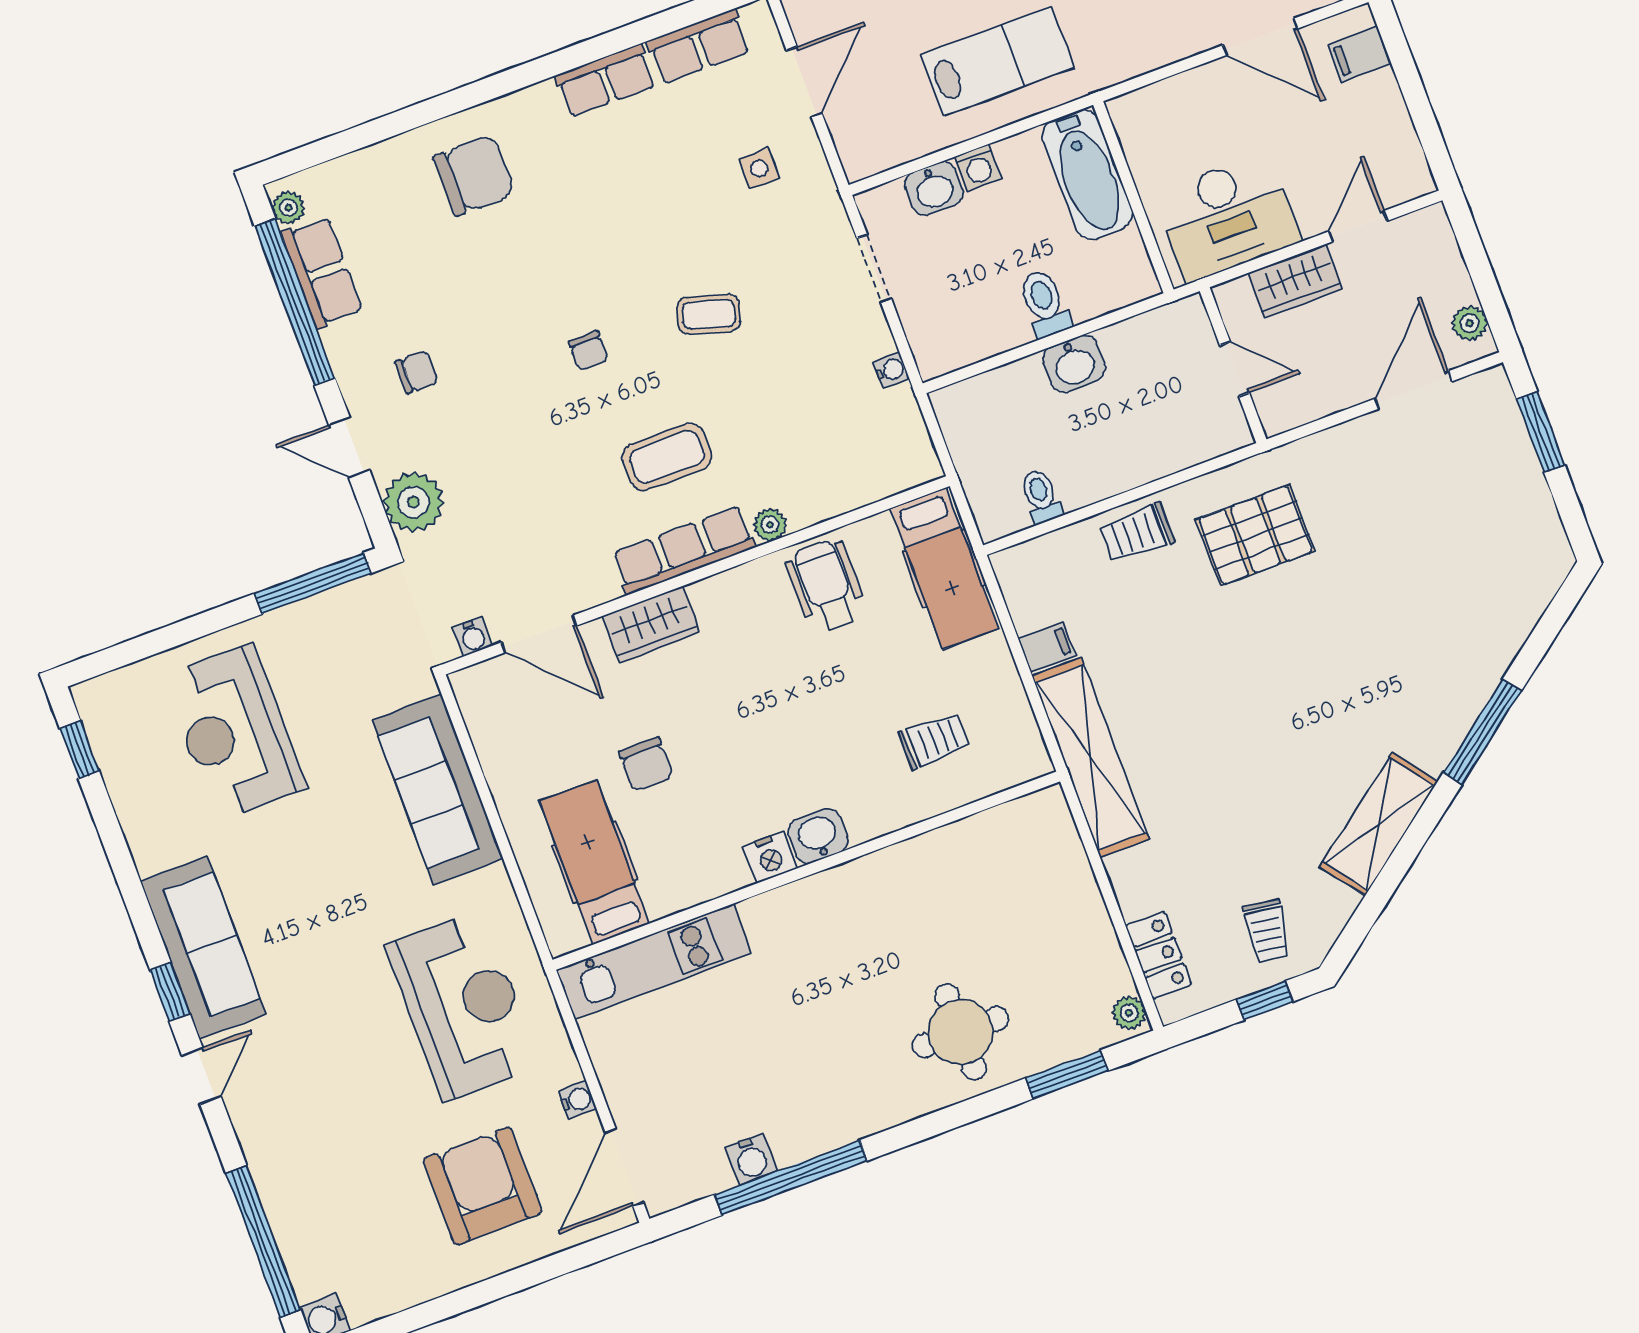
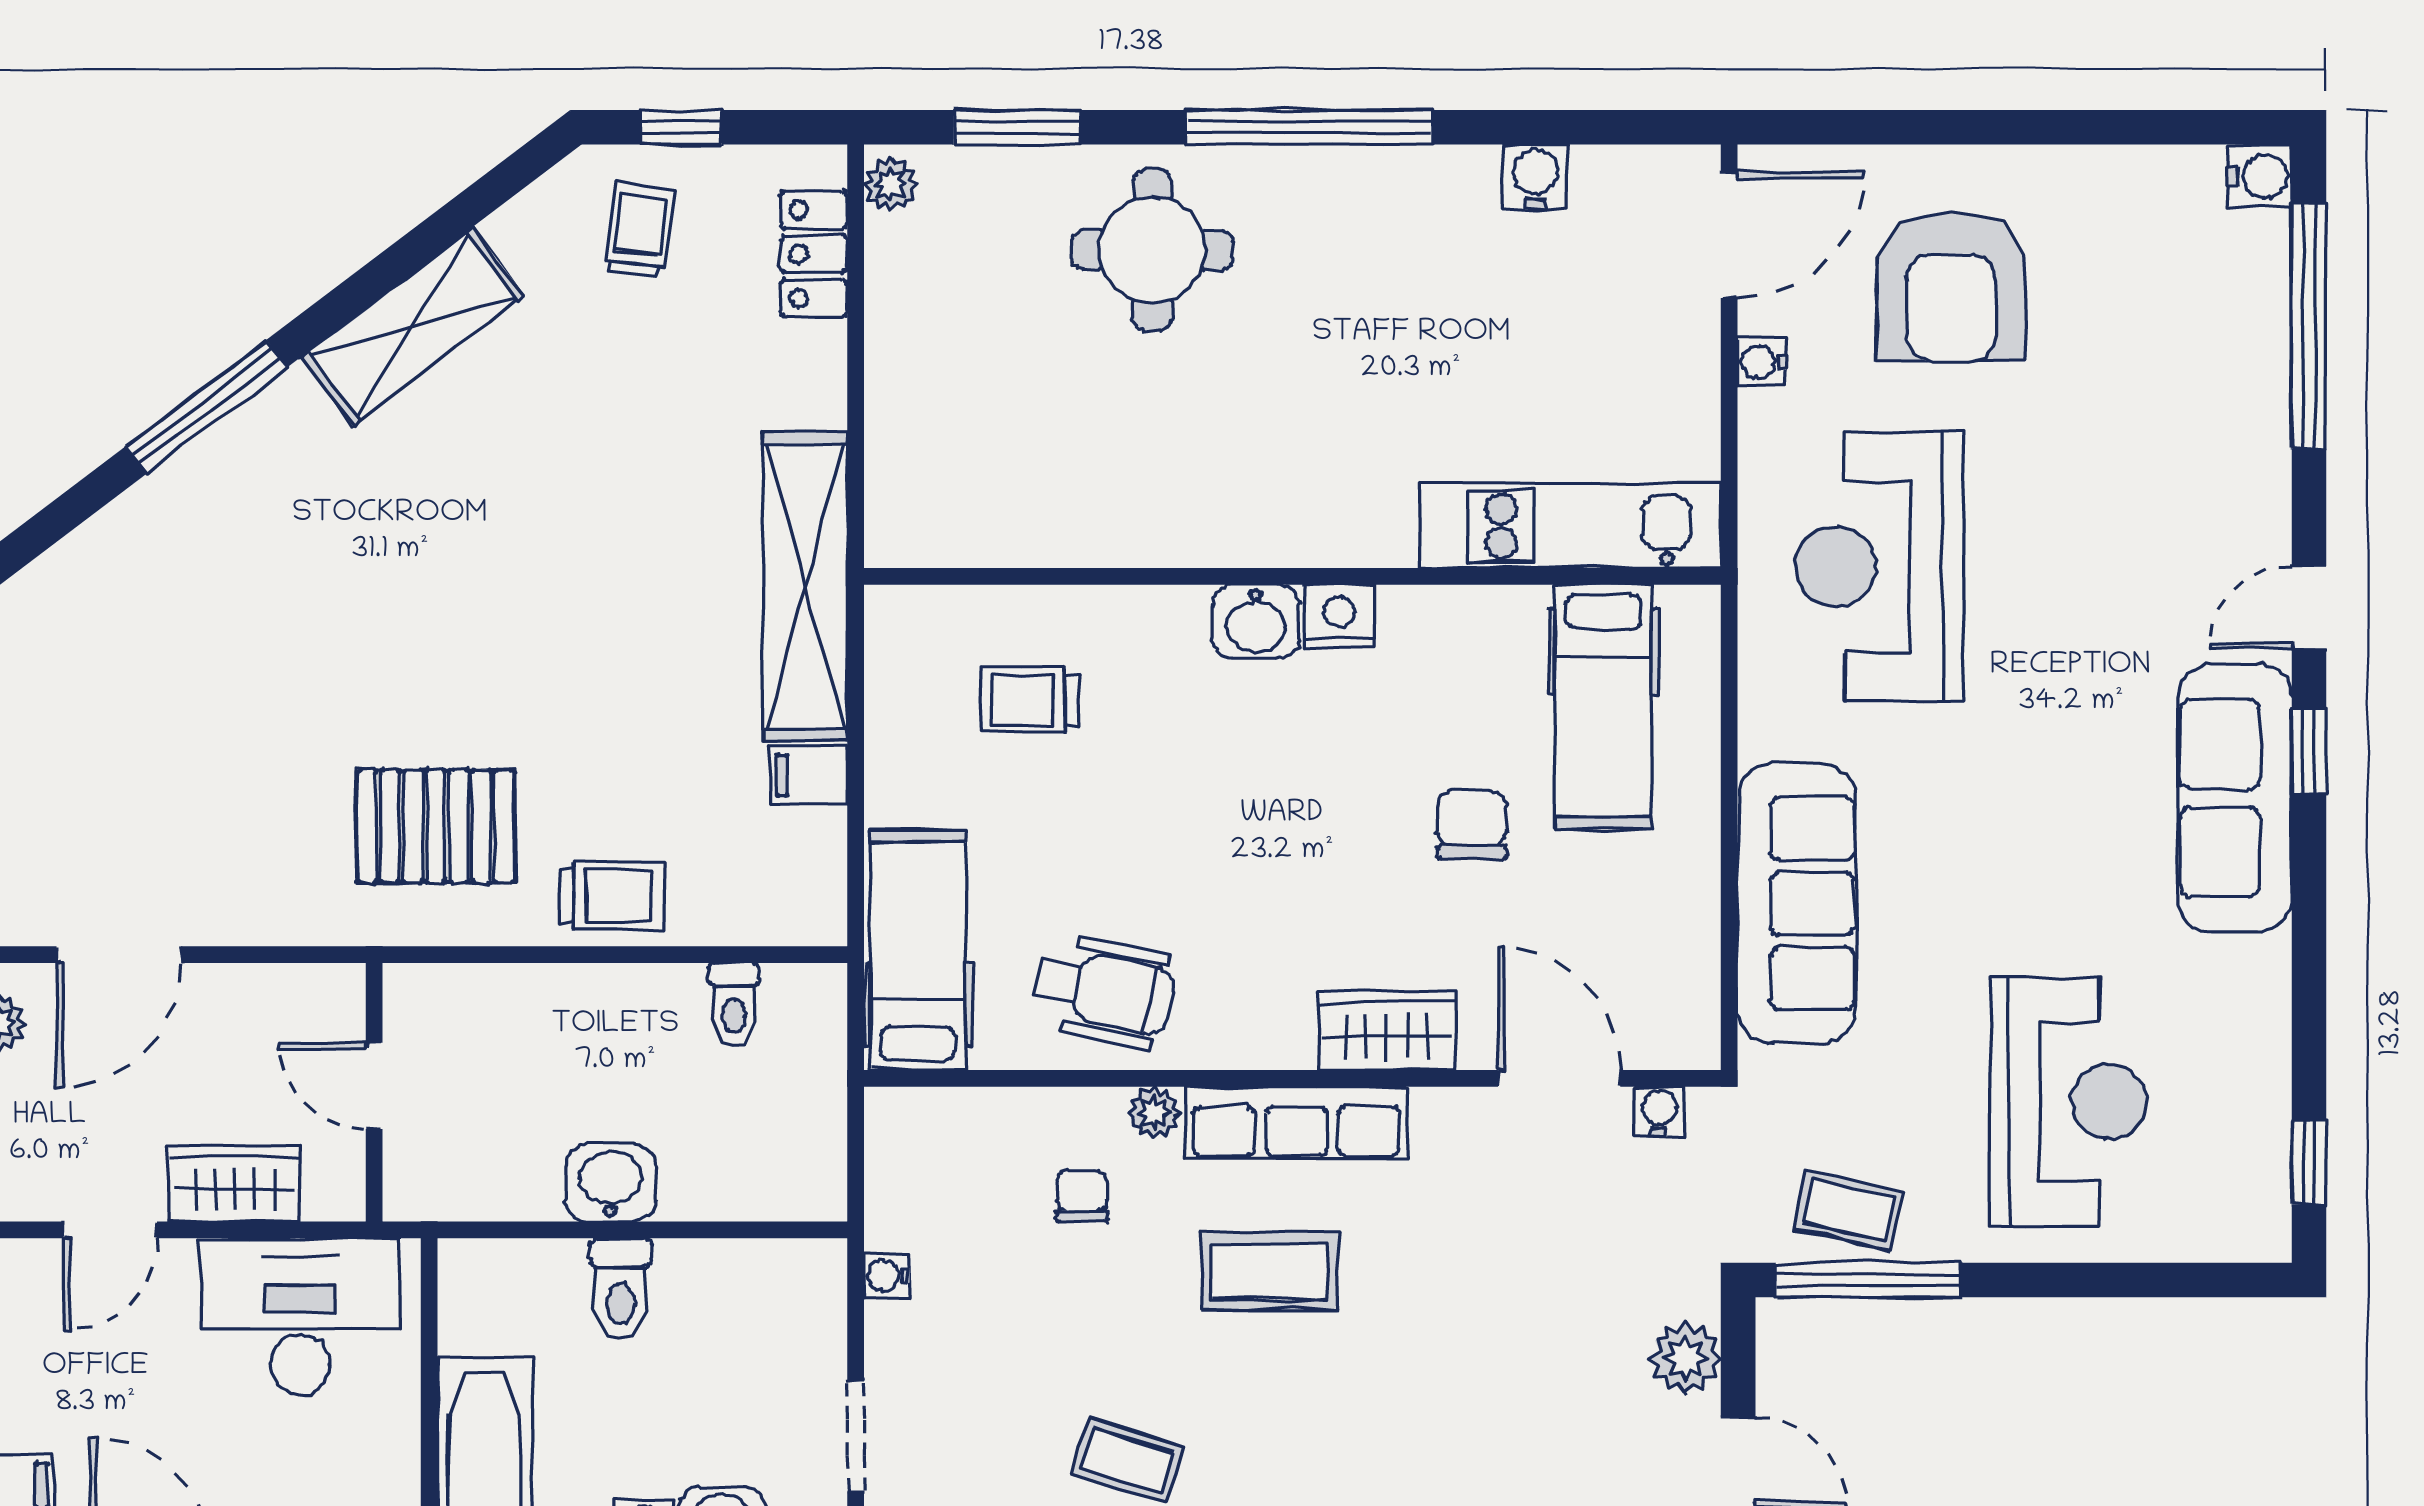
chair: (588, 351) -> (1082, 1196), moved
plant: (413, 502) -> (1686, 1358), width x0.73, depth x0.73
wheelchair: (826, 585) -> (1104, 991), turned -78
coffee table: (340, 620) -> (1848, 1210), added
window: (791, 1178) -> (1310, 127), moved

